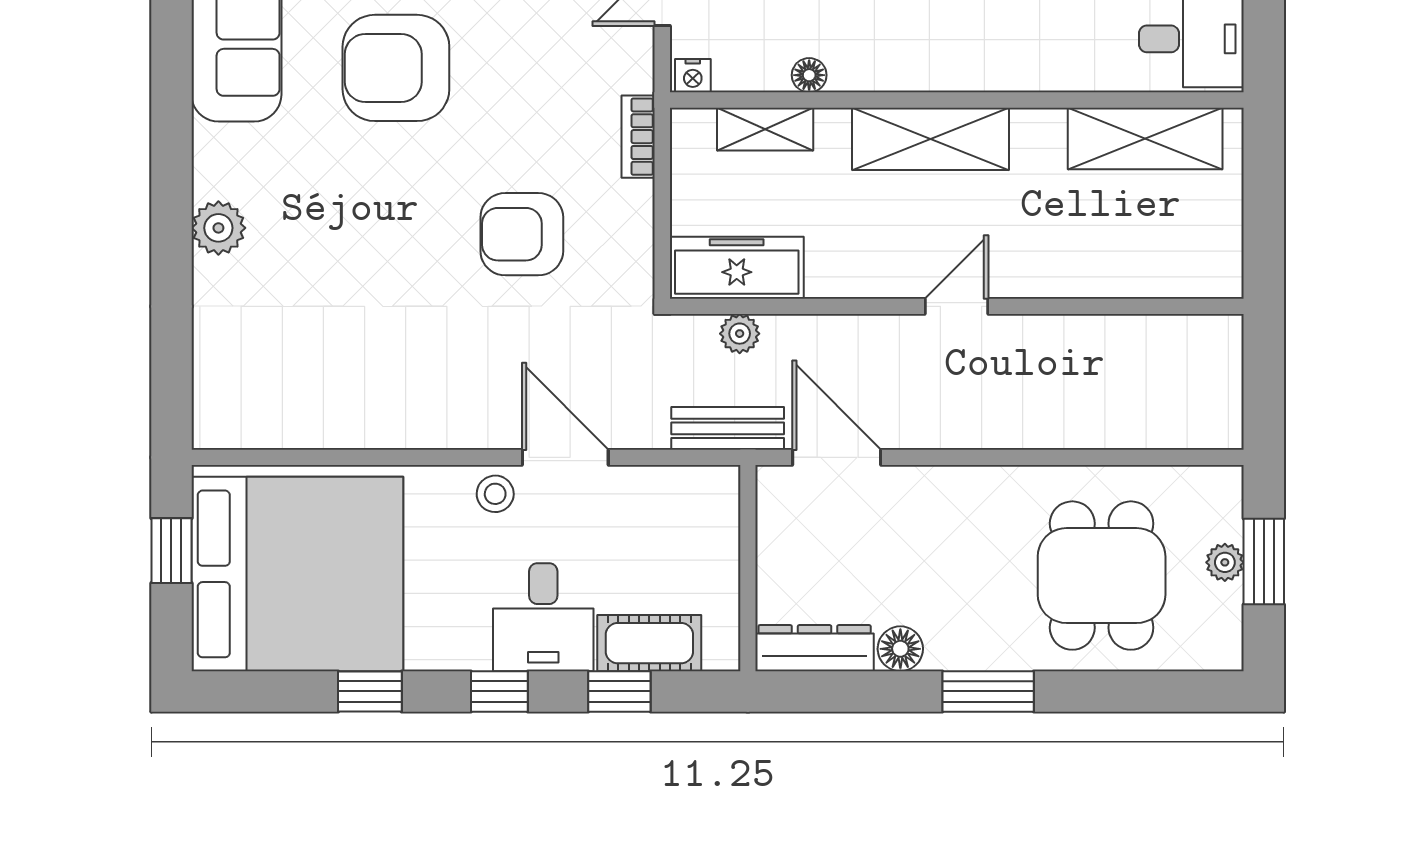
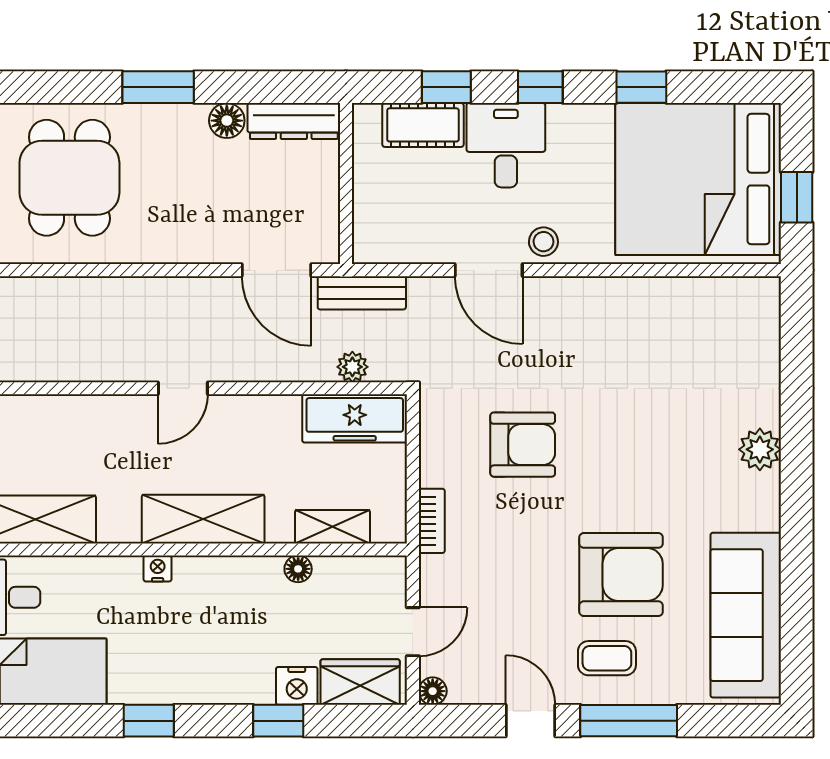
nightstand: (693, 76) -> (158, 568), moved

